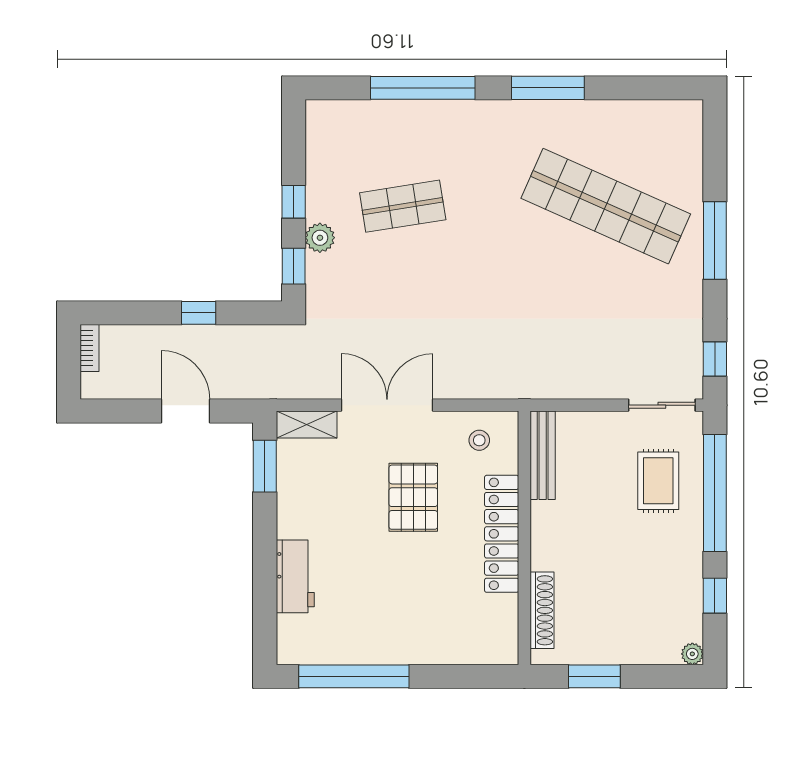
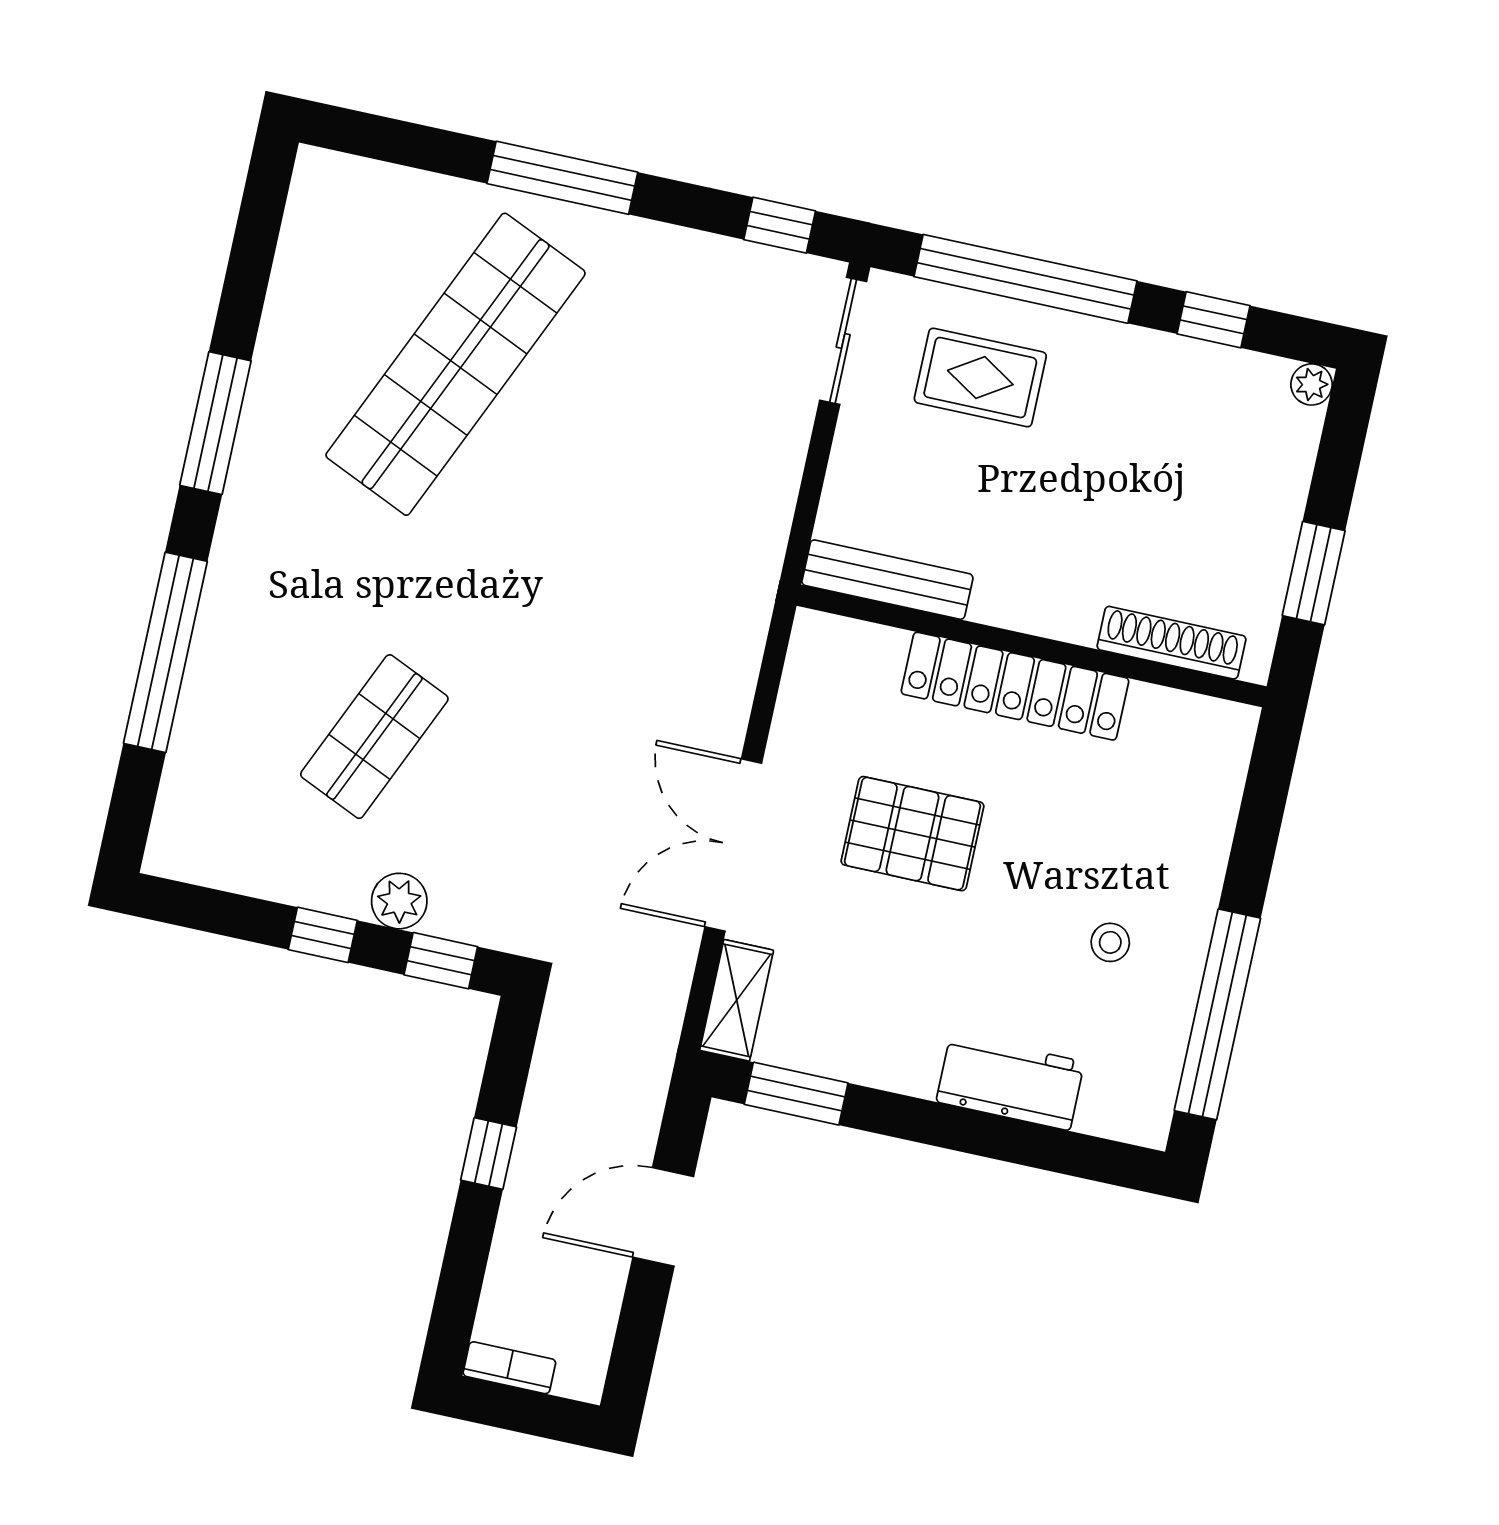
shop shelf: (403, 206) -> (374, 737), turned 33
stool: (479, 440) -> (1110, 942), moved

